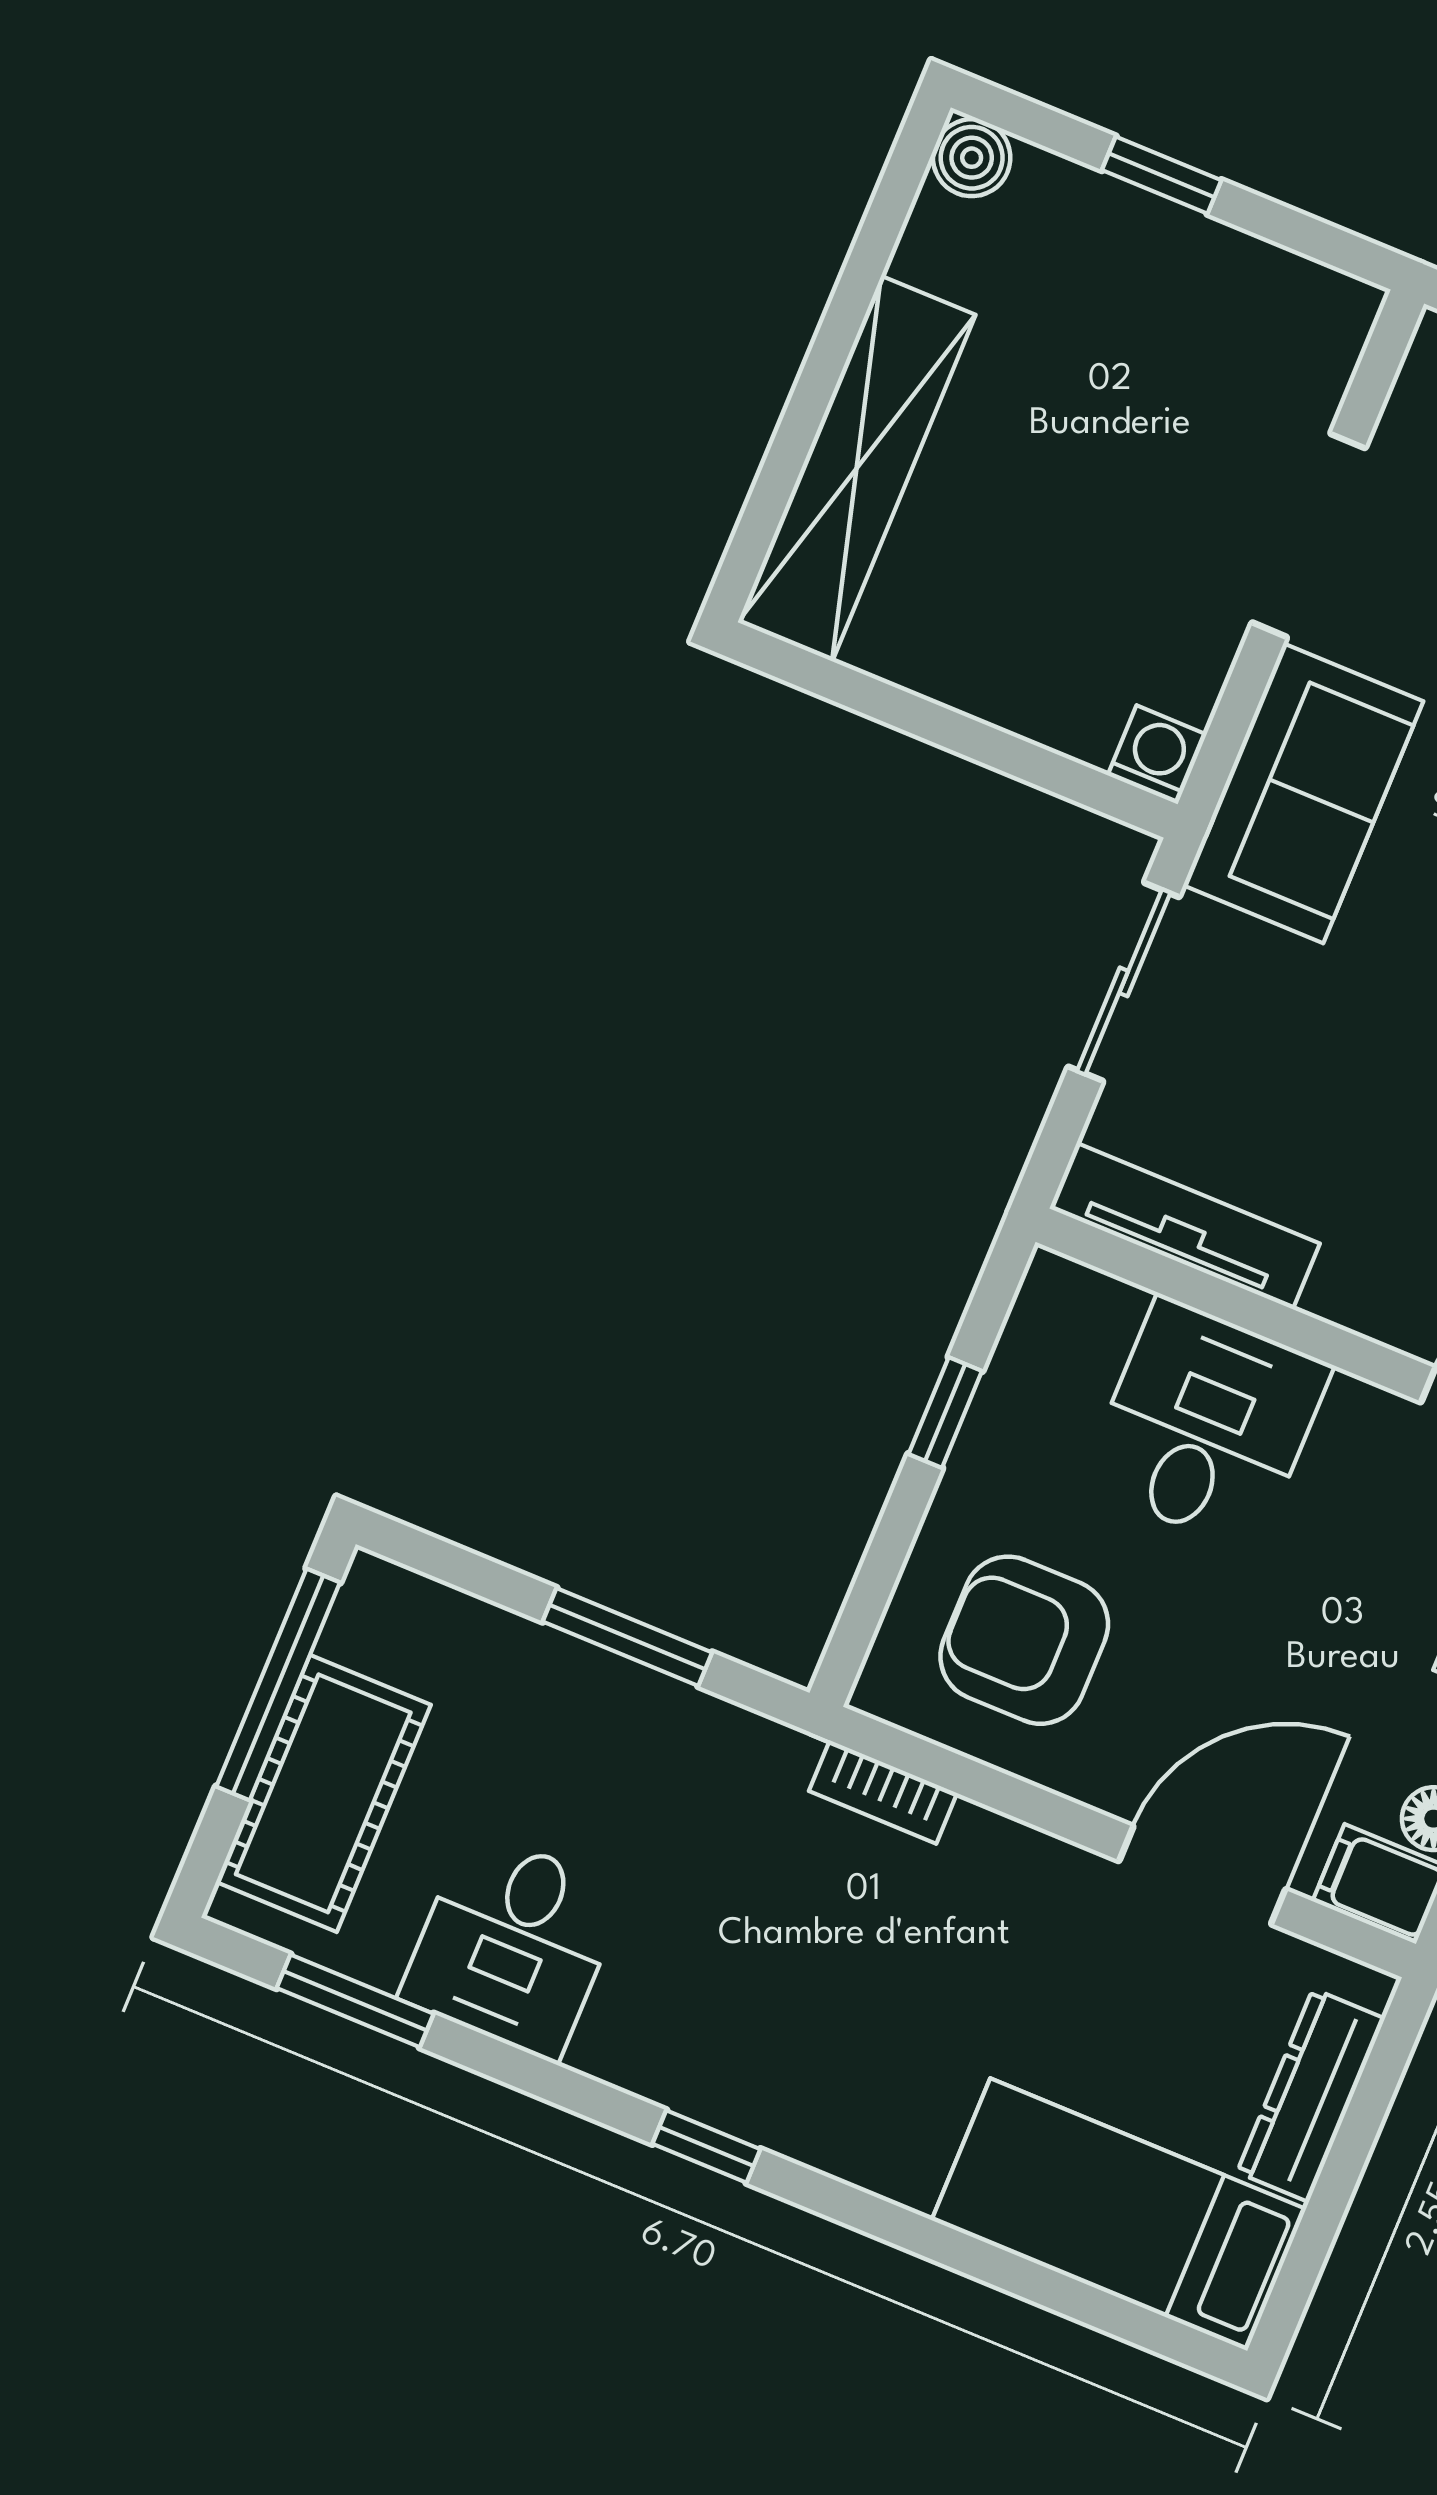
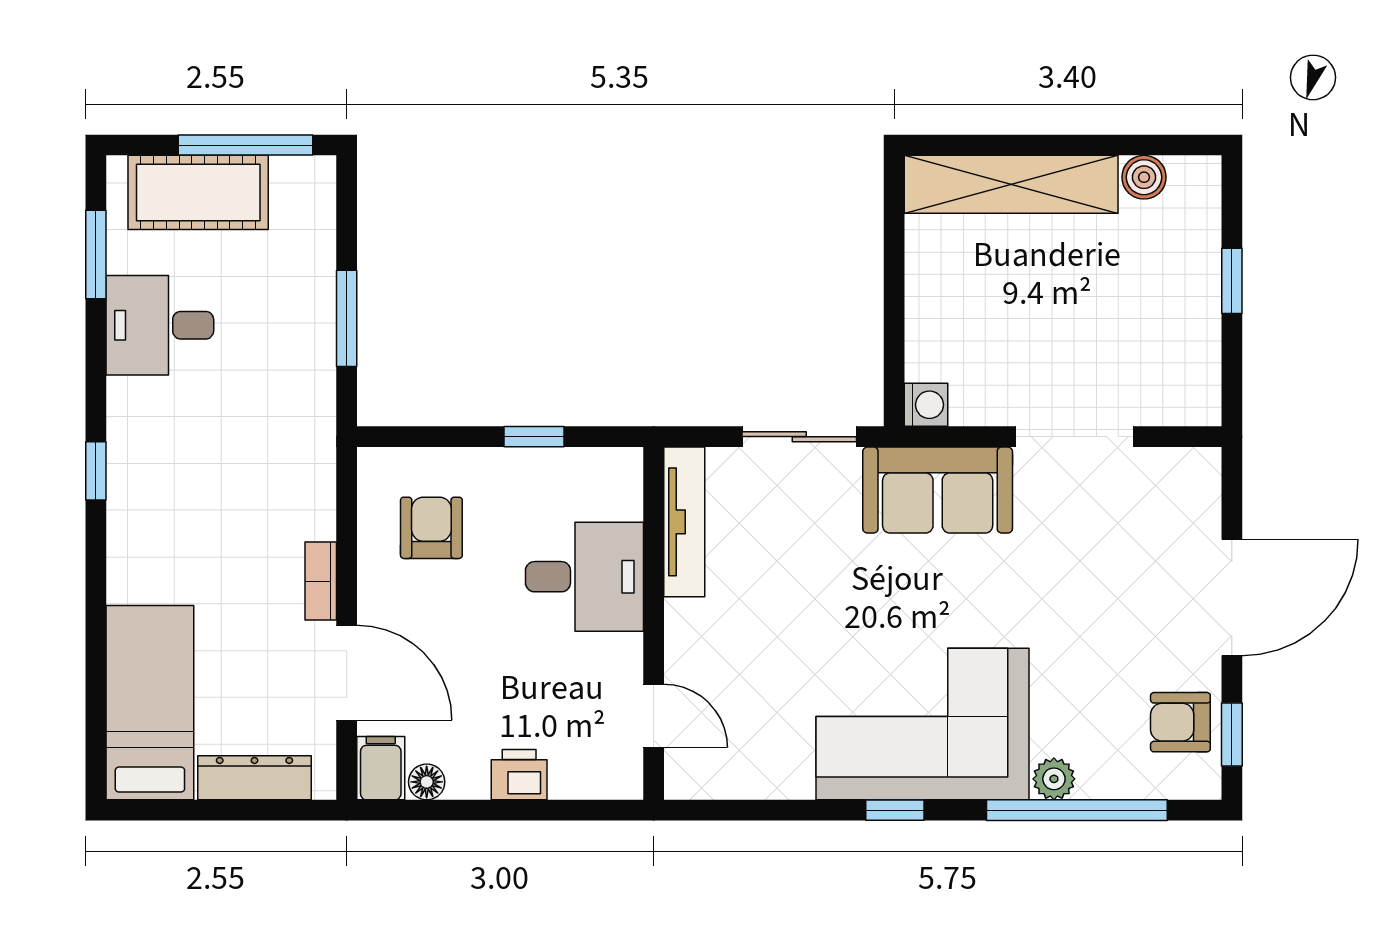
boiler: (972, 158) -> (1144, 177), moved
armchair: (1024, 1640) -> (431, 528), width x0.72, depth x0.72
bookcase: (883, 1792) -> (321, 581), moved

